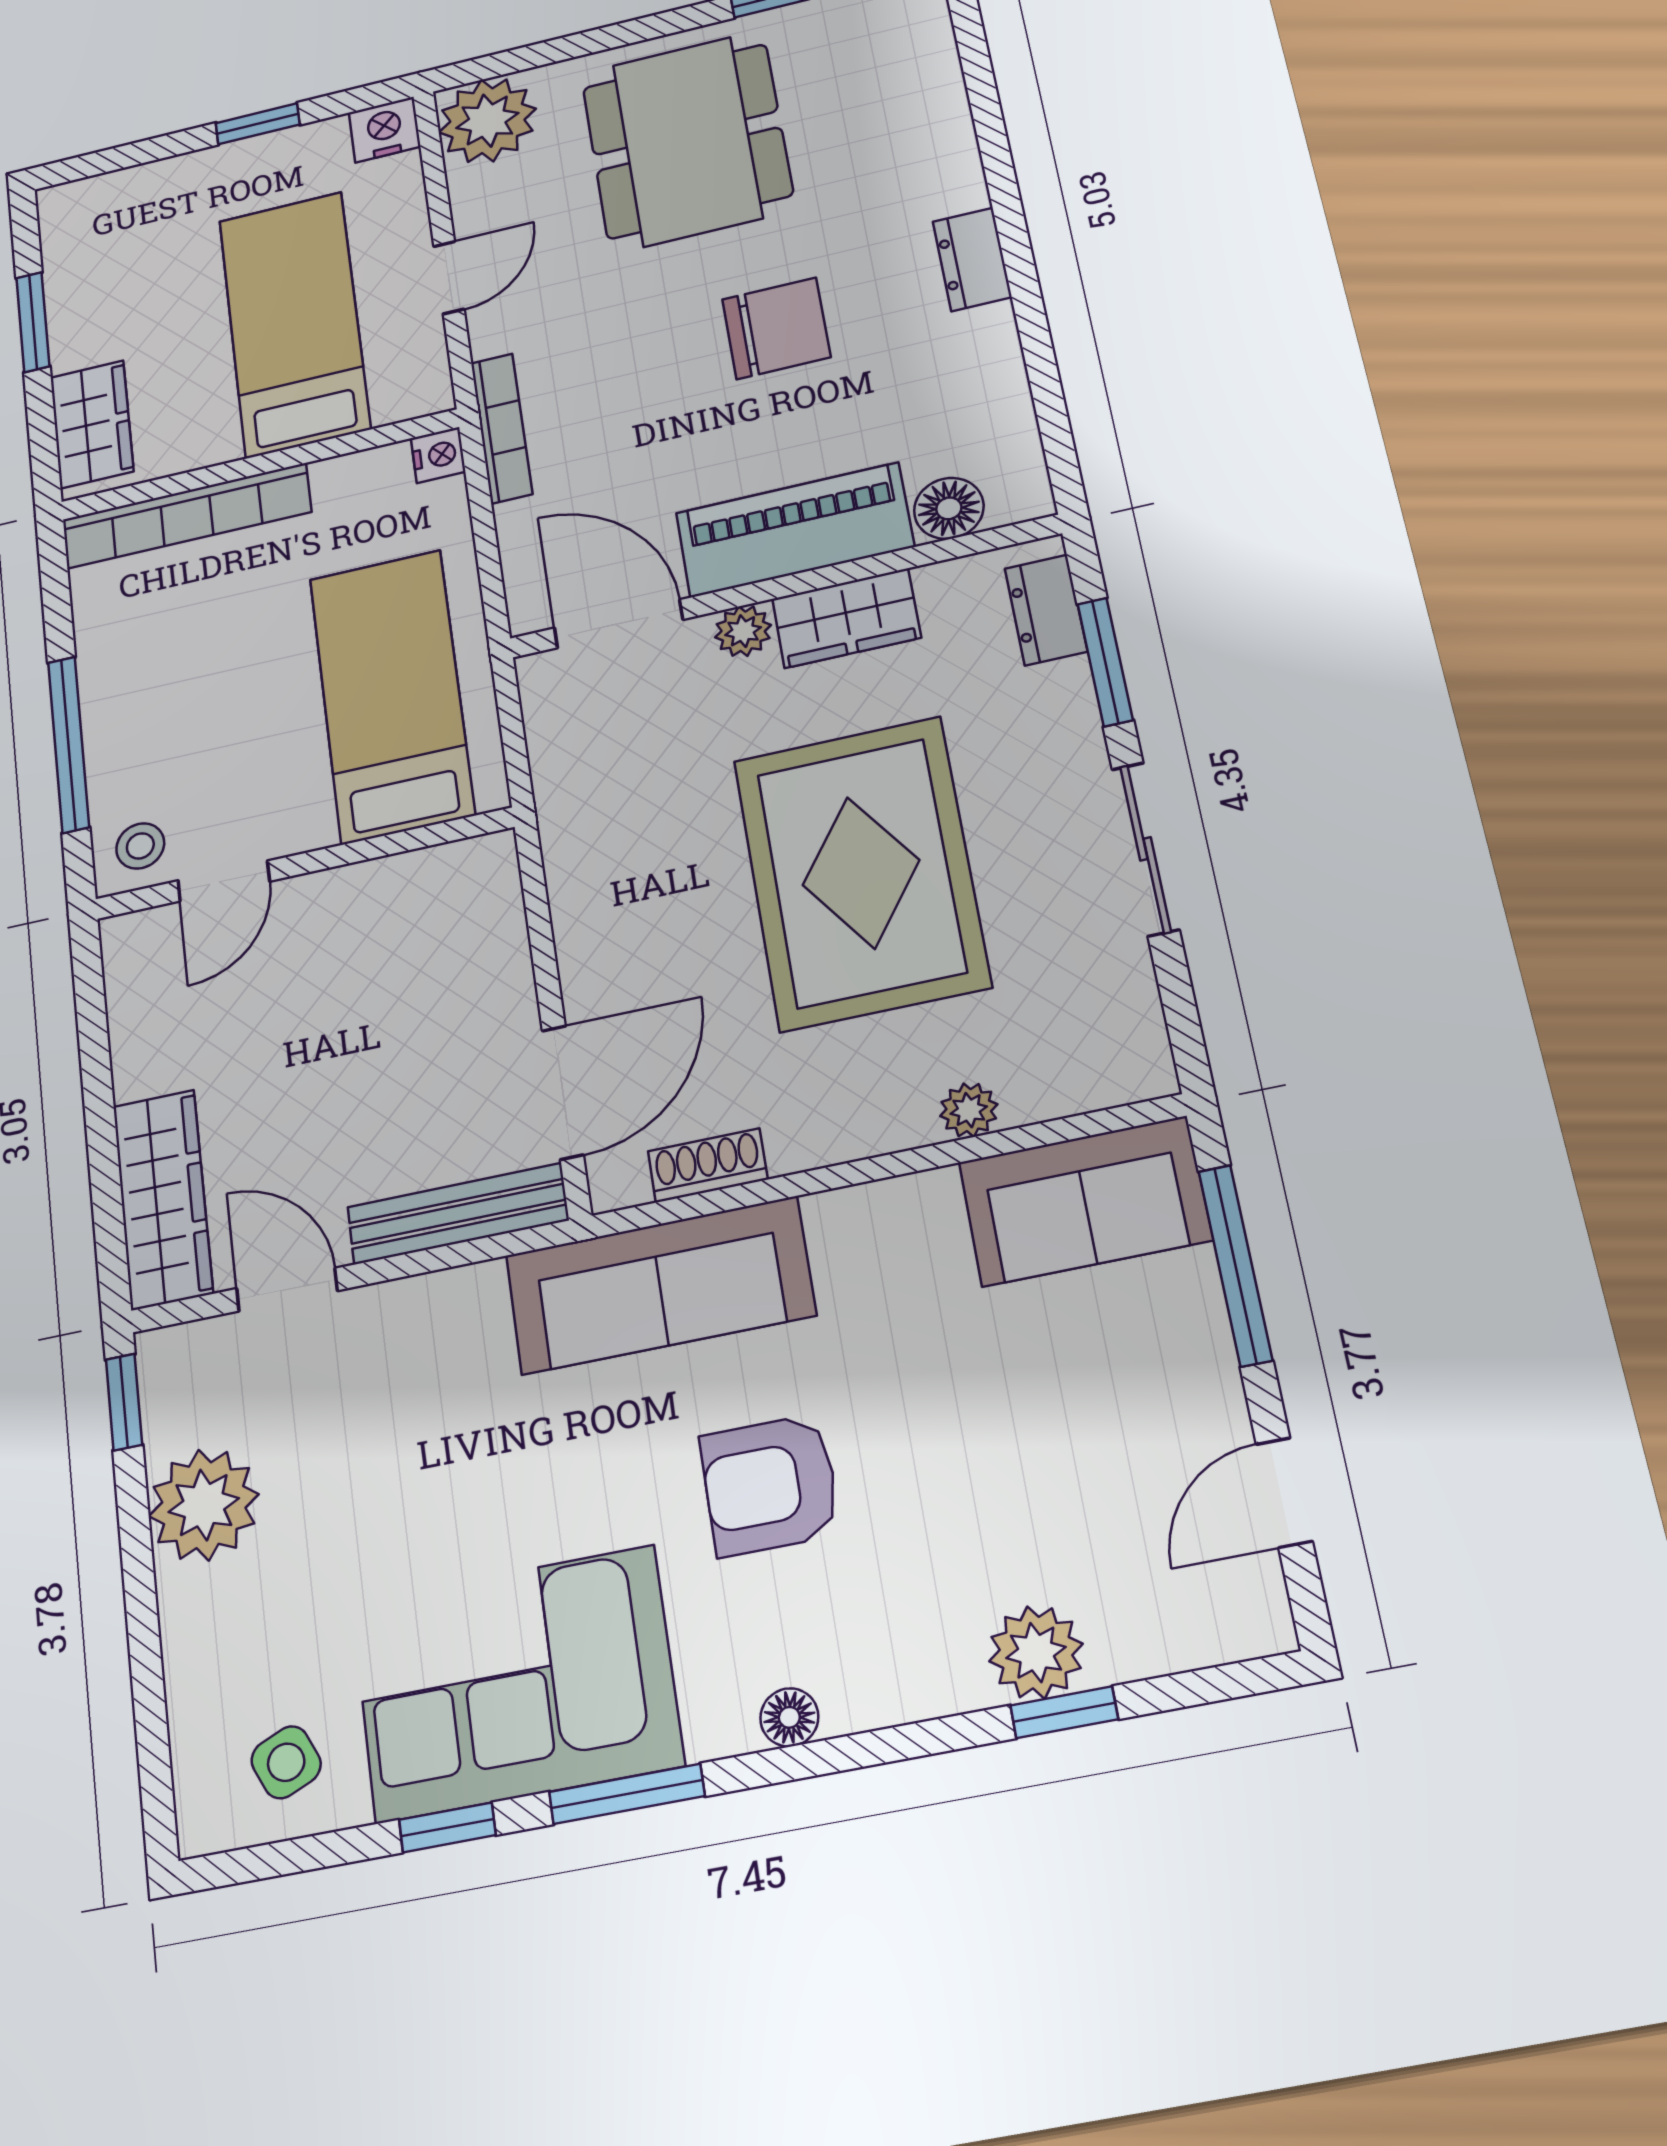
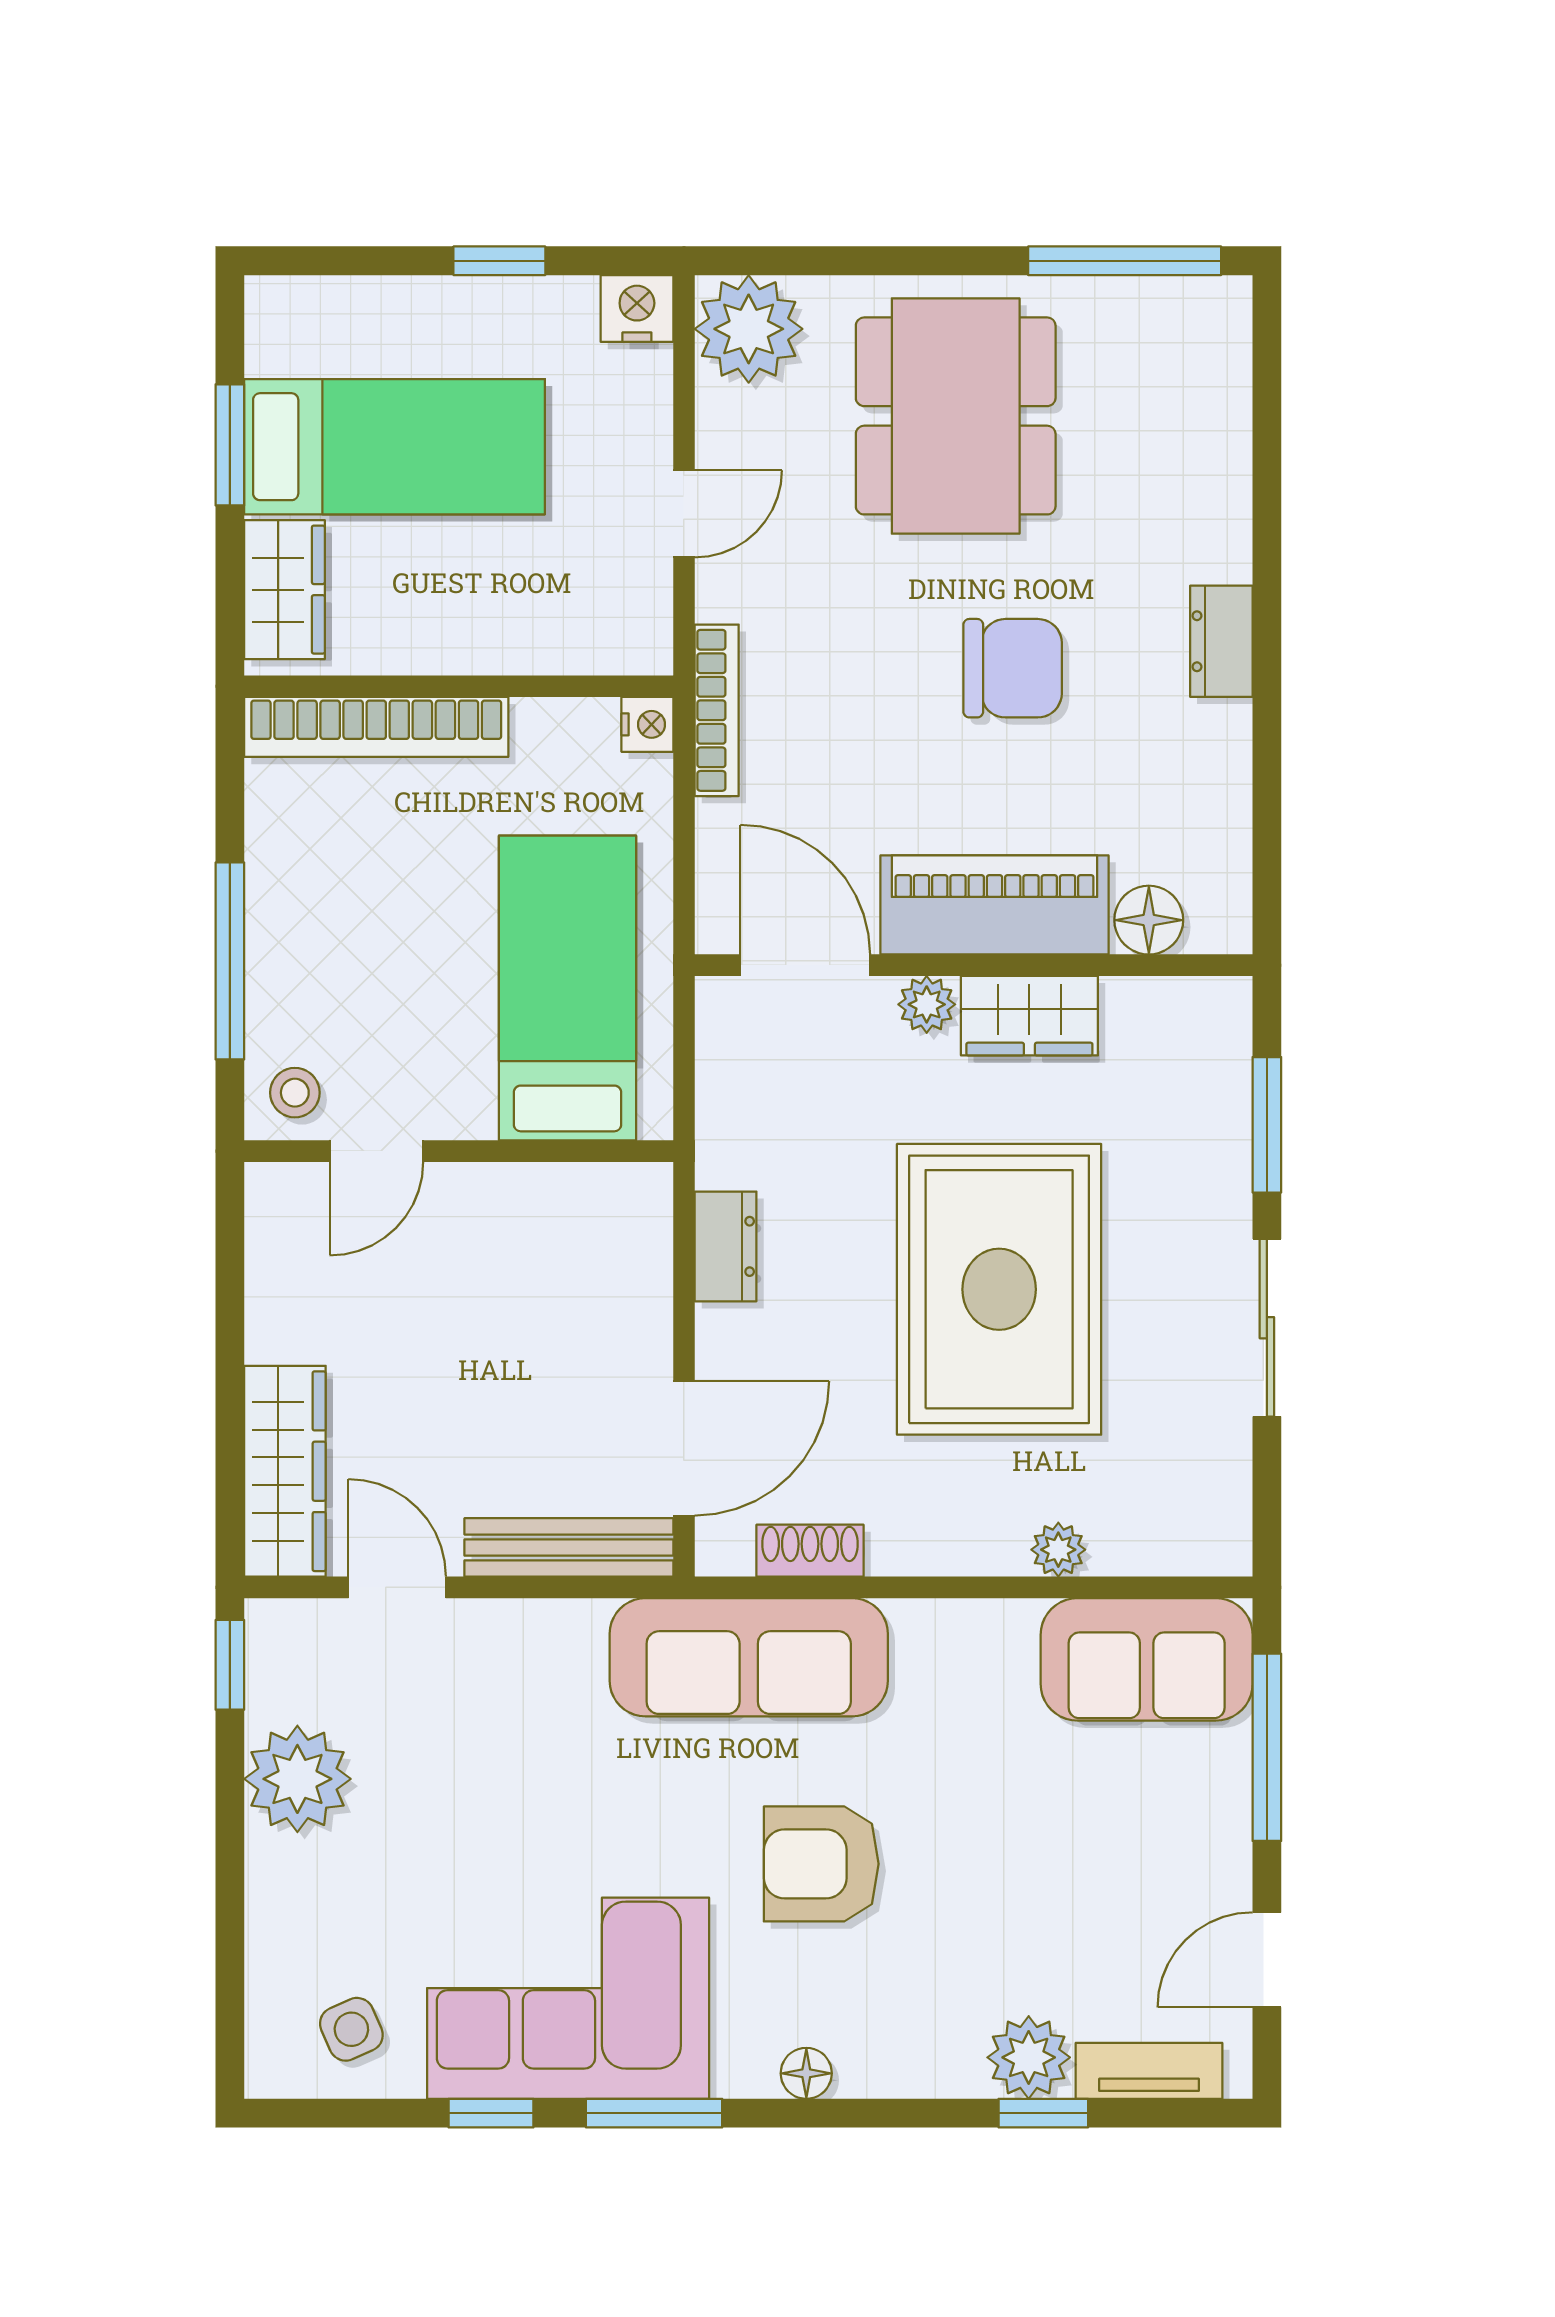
bed: (294, 324) -> (395, 447), moved, turned 90
dresser: (1046, 610) -> (726, 1246), moved, turned 180
tv unit: (1176, 1642) -> (1149, 2071), added

